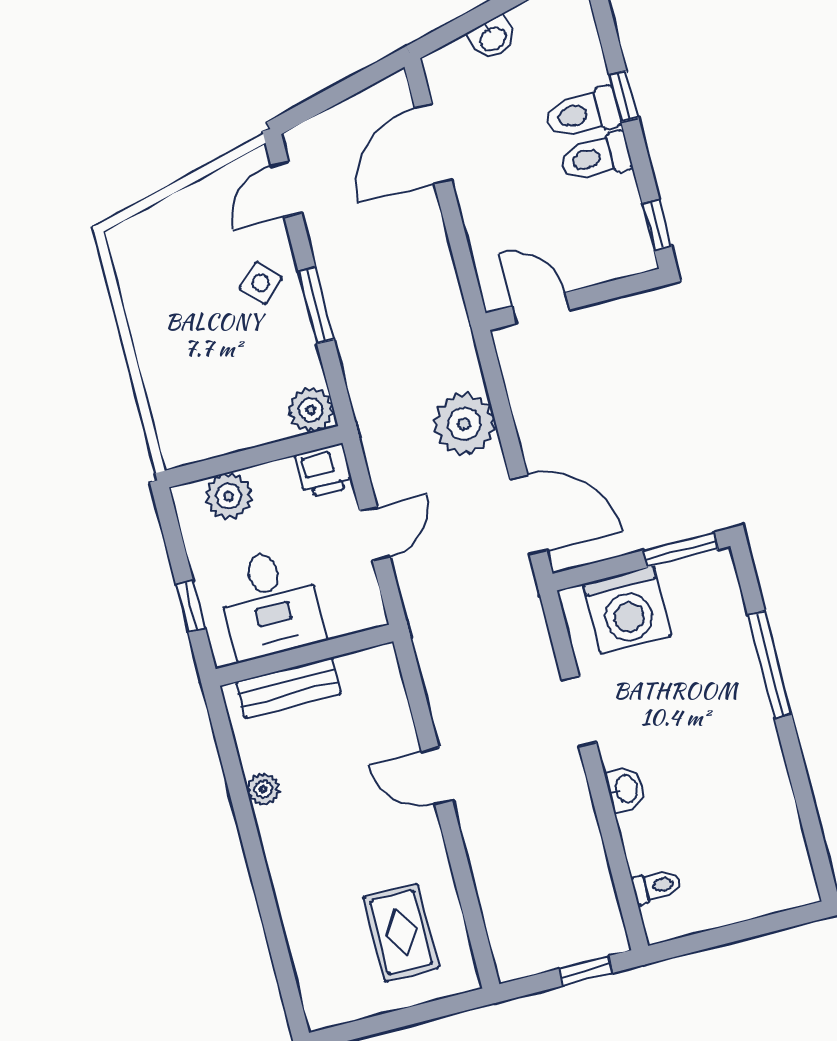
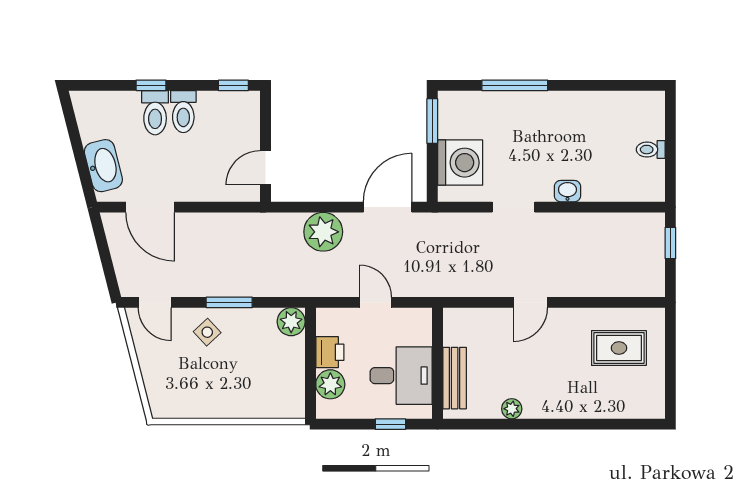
washbasin: (492, 38) -> (103, 166), width x1.91, depth x1.45
printer: (324, 471) -> (330, 352), moved
toilet: (657, 886) -> (651, 150), moved, turned -90

